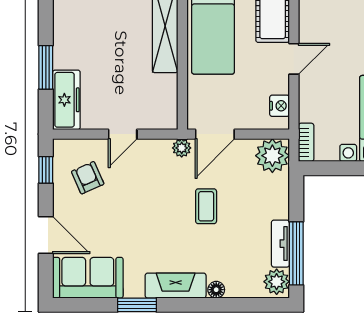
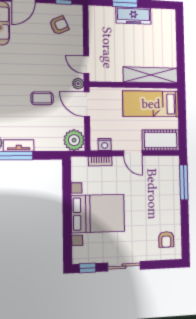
freezer: (66, 100) -> (133, 16), moved
door: (123, 134) -> (86, 65), moved
bookcase: (306, 142) -> (100, 161), moved

